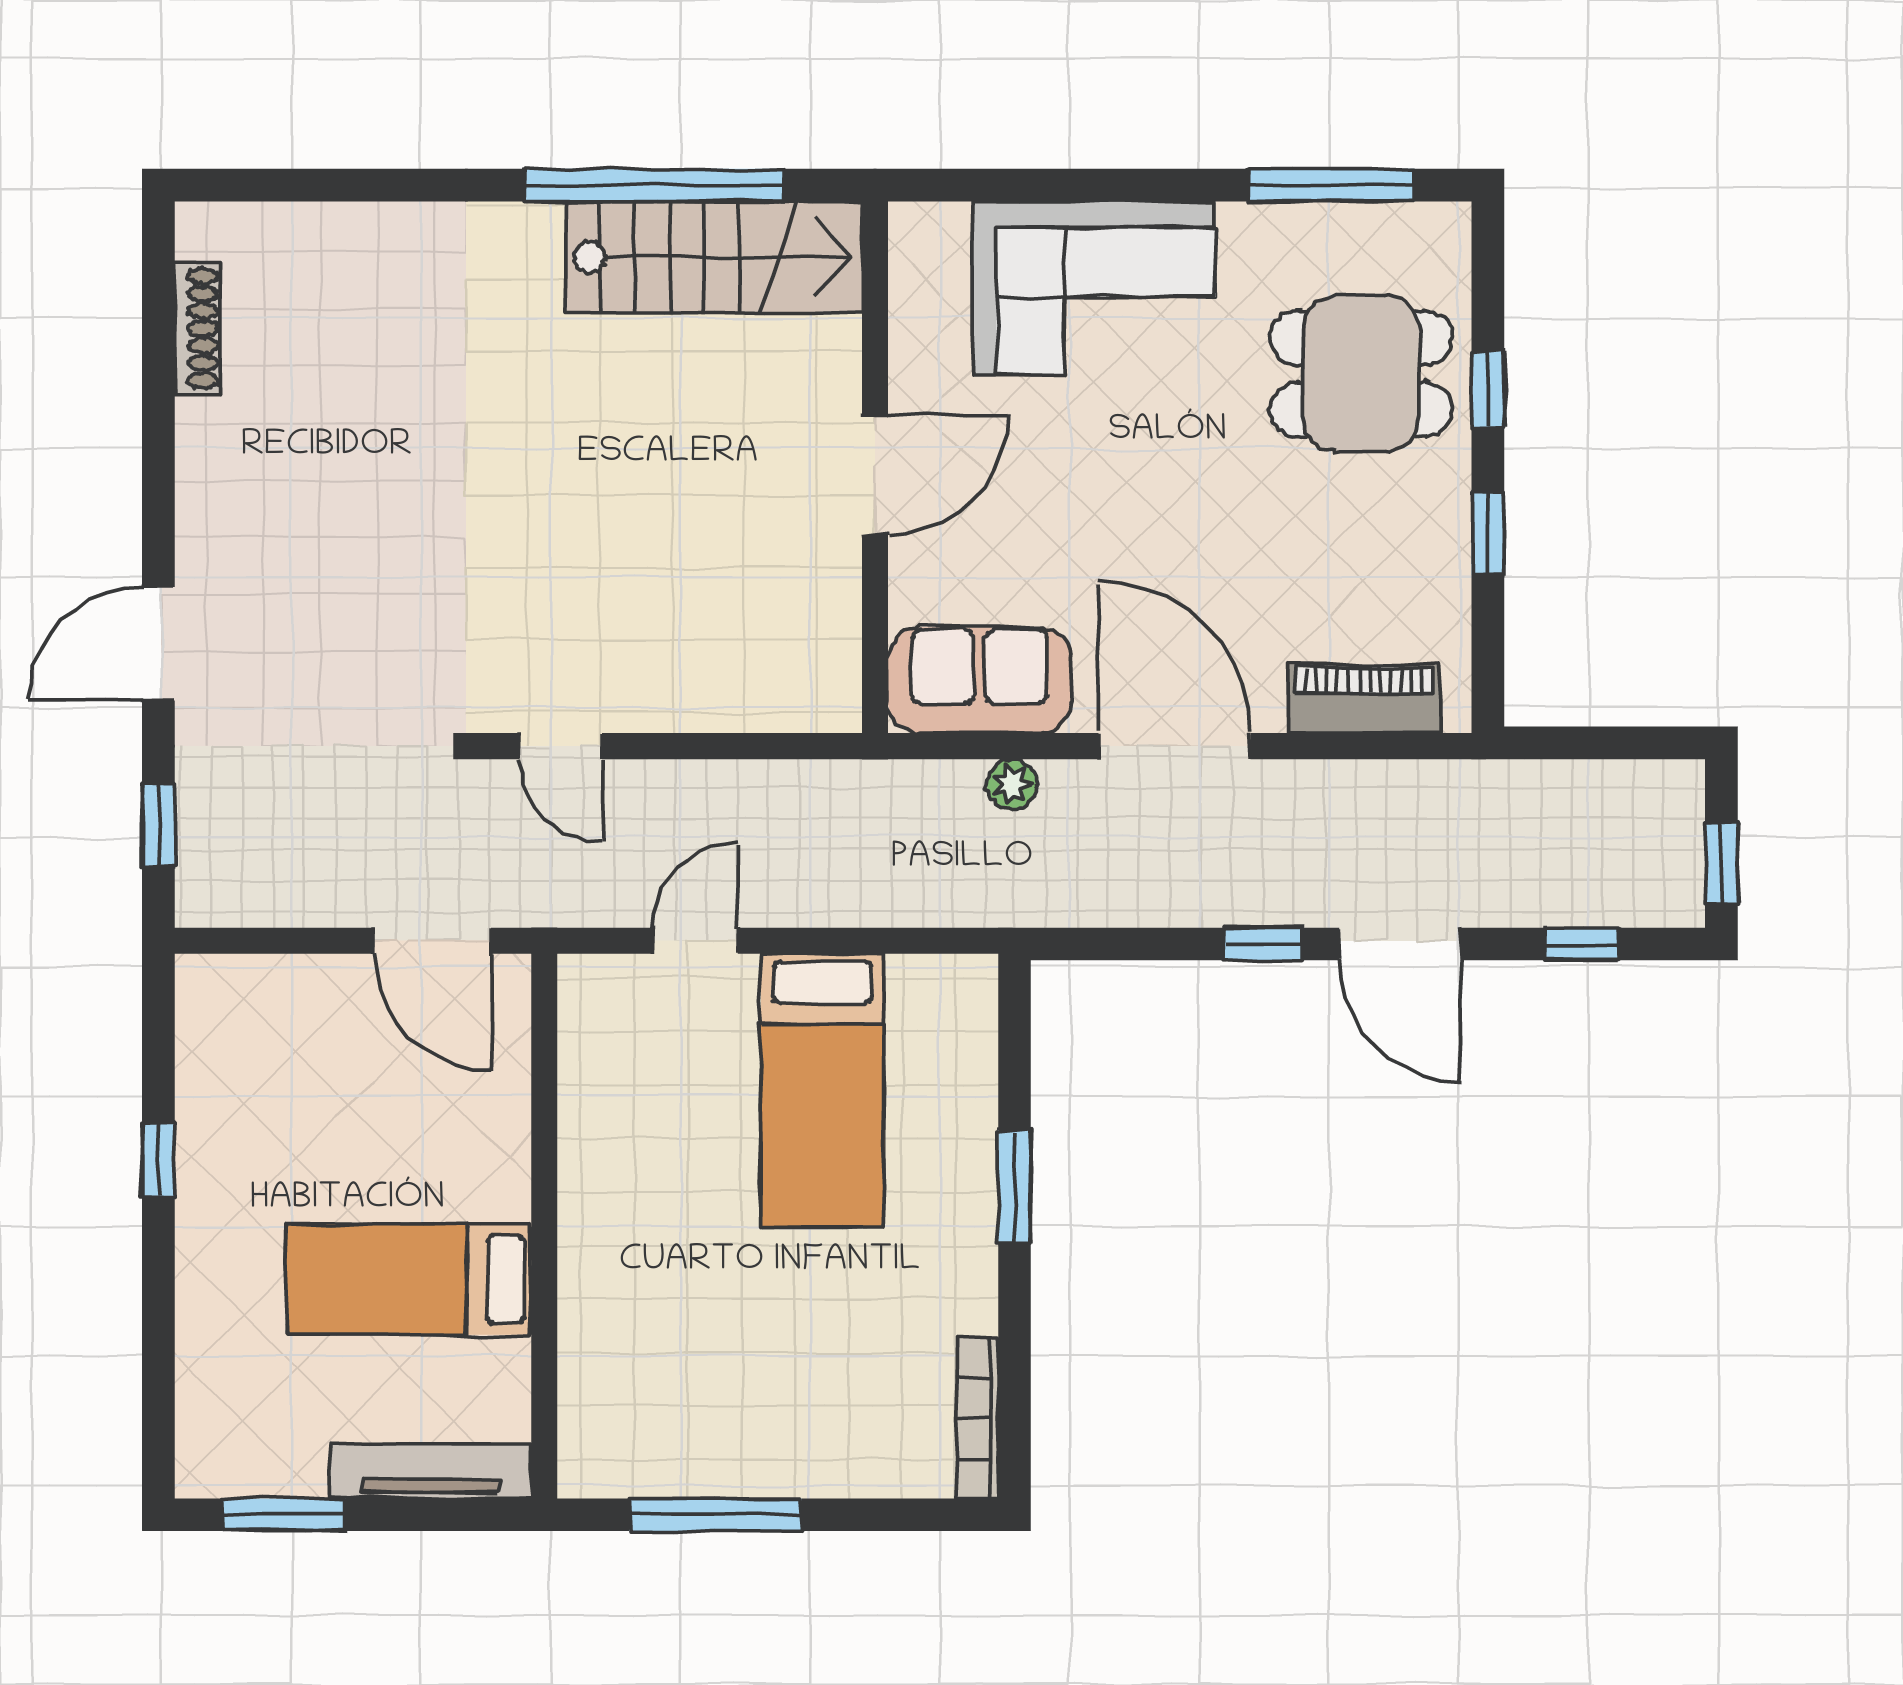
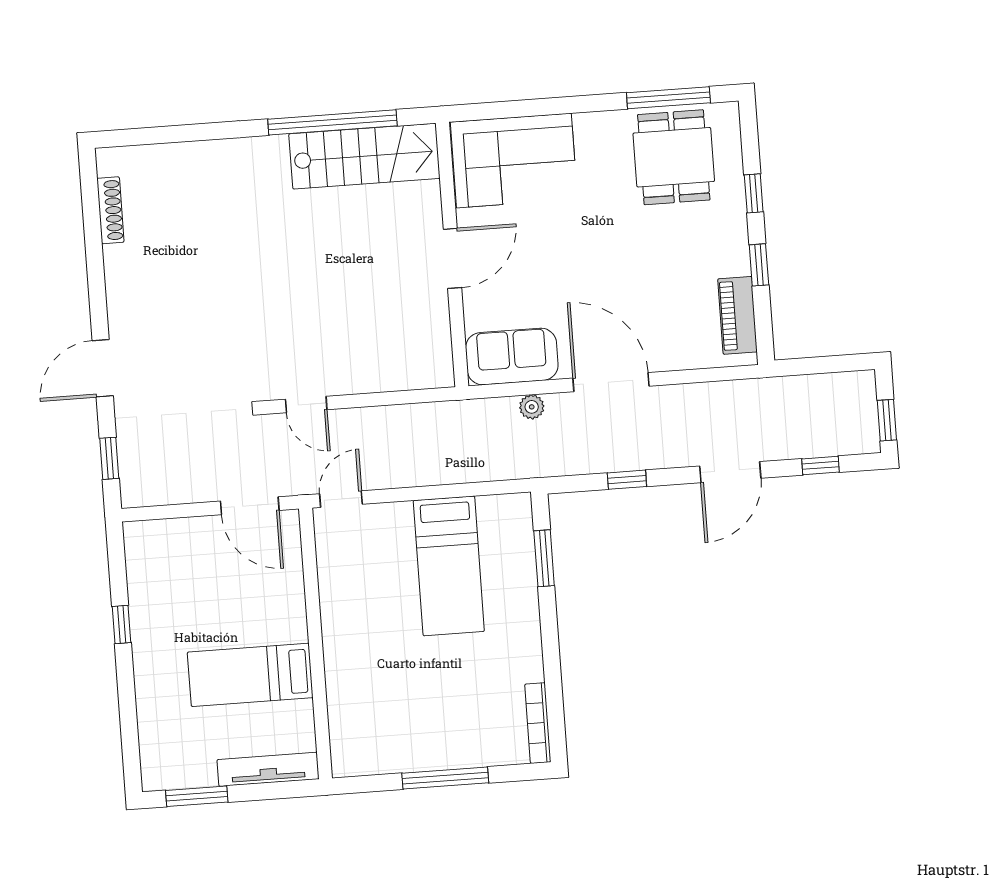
corner sofa: (1094, 288) -> (514, 161), moved
dining table: (1361, 374) -> (674, 157), moved, turned 90
piano: (1364, 699) -> (737, 315), moved, turned -90
door: (695, 941) -> (341, 499), moved
window: (1263, 944) -> (627, 480), moved
door: (1400, 944) -> (730, 472), hinge flipped
window: (1014, 1187) -> (544, 558), moved
window: (715, 1515) -> (445, 778), moved

